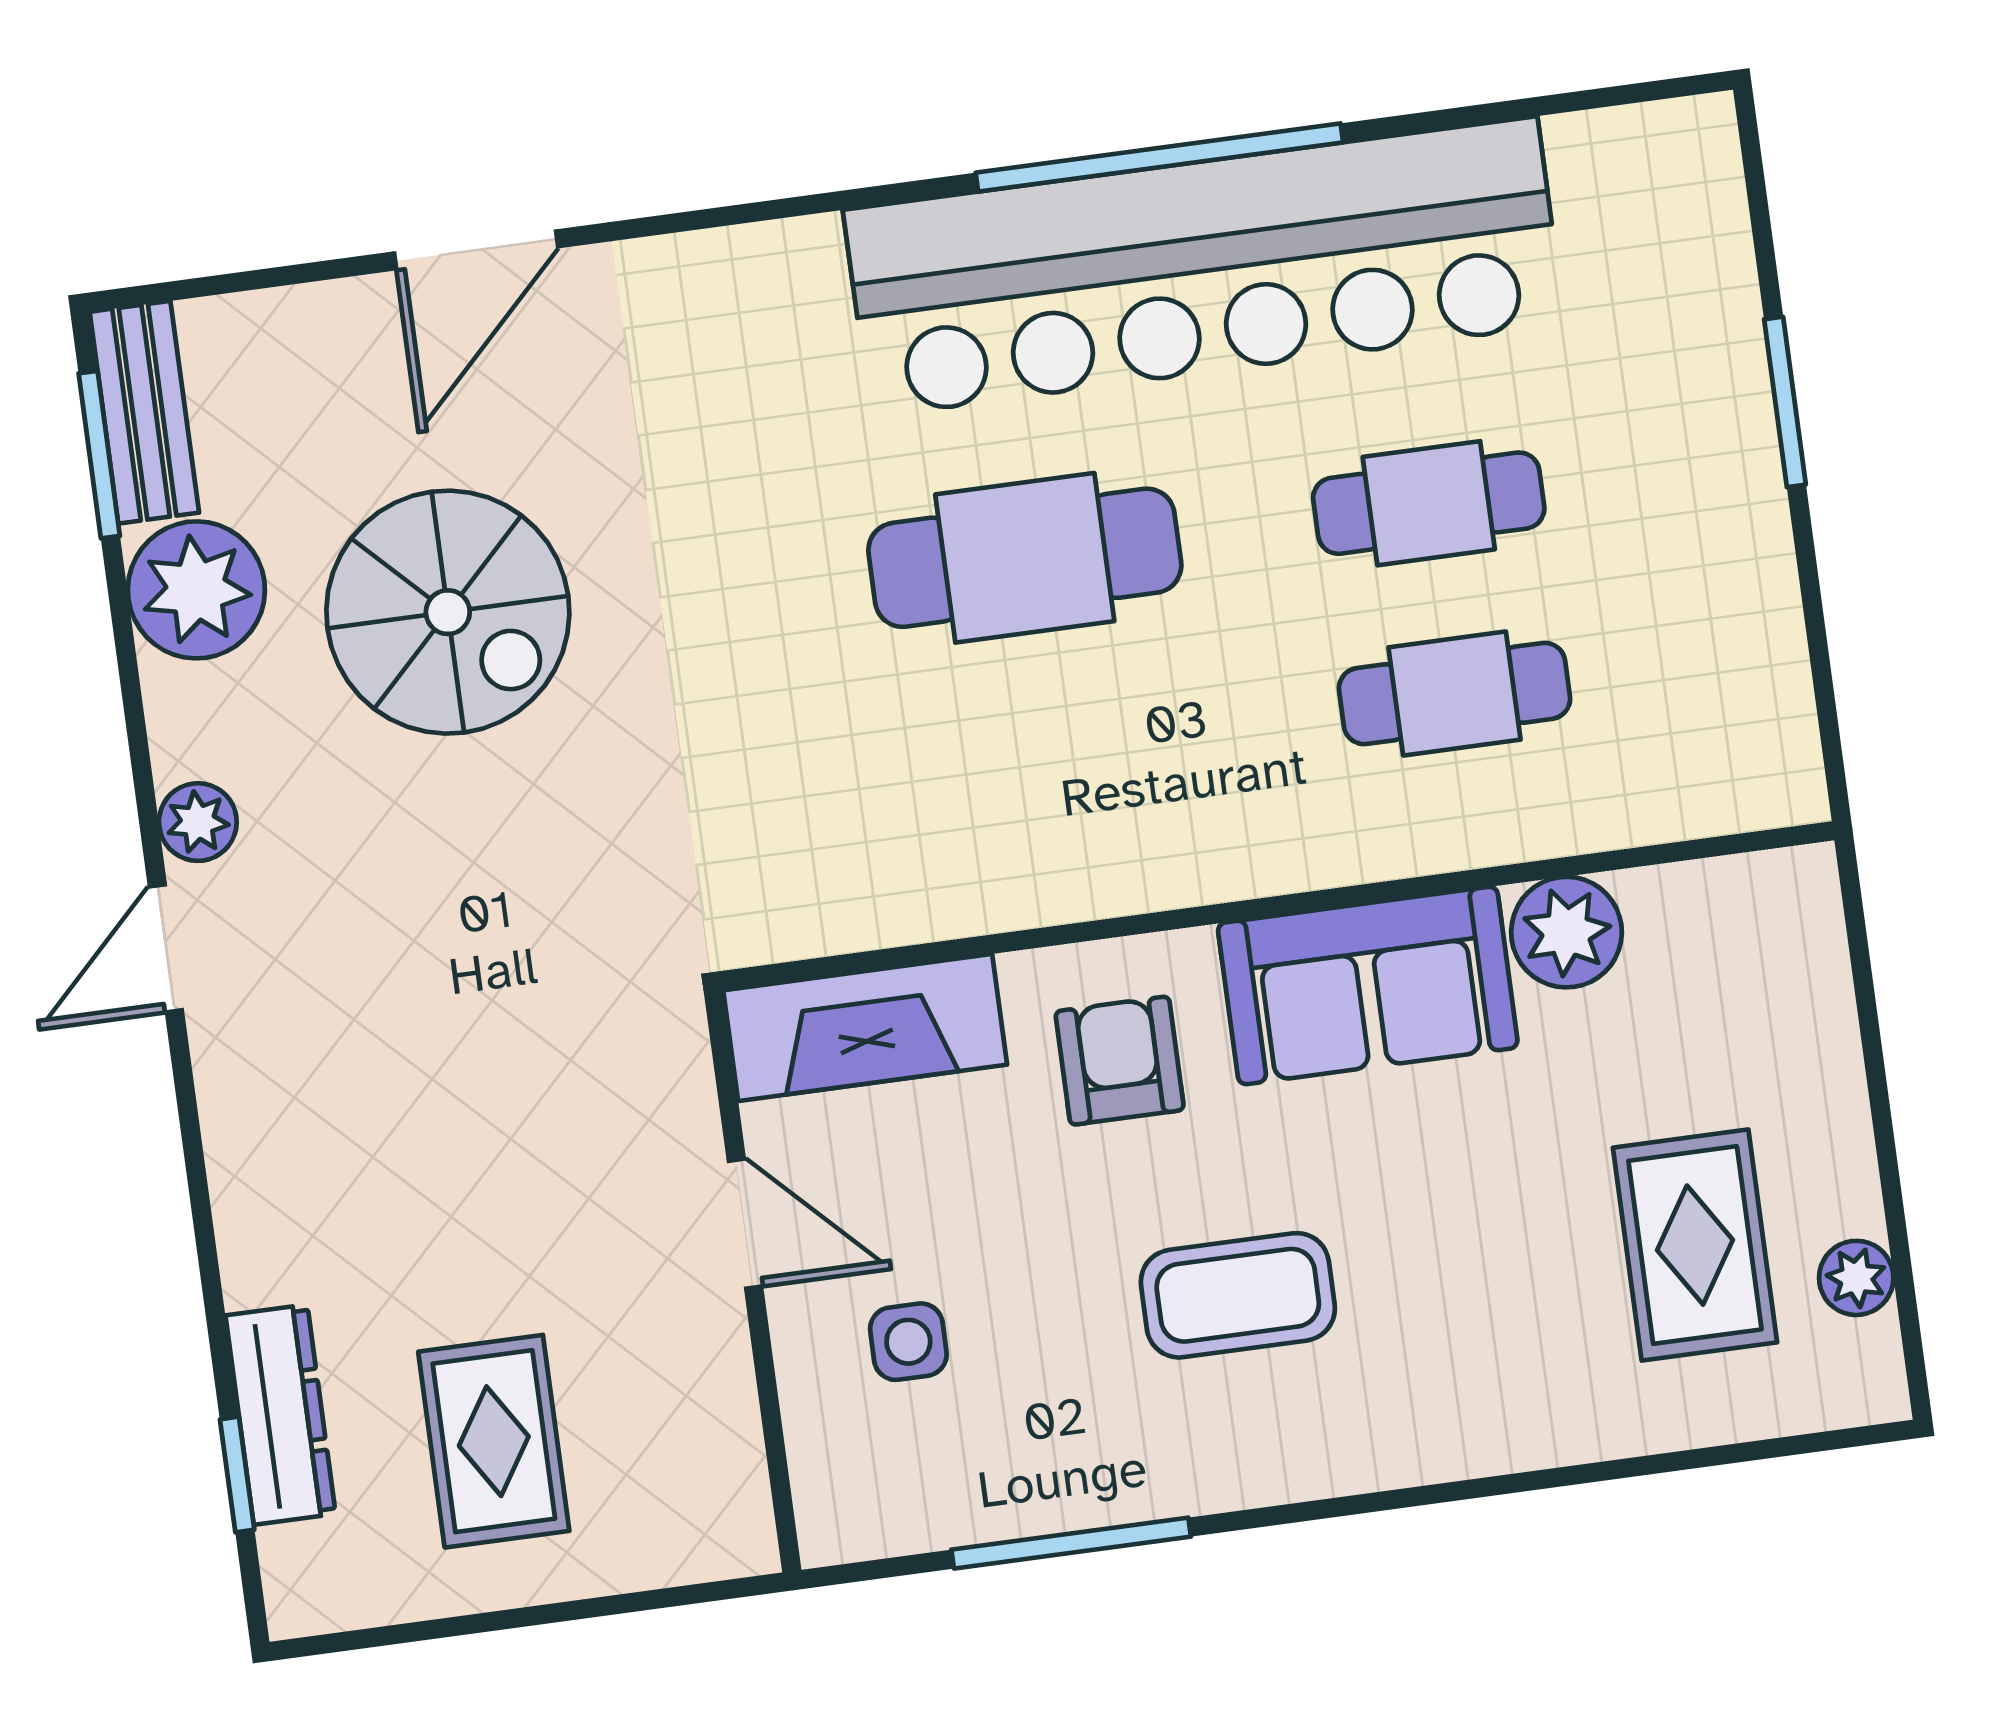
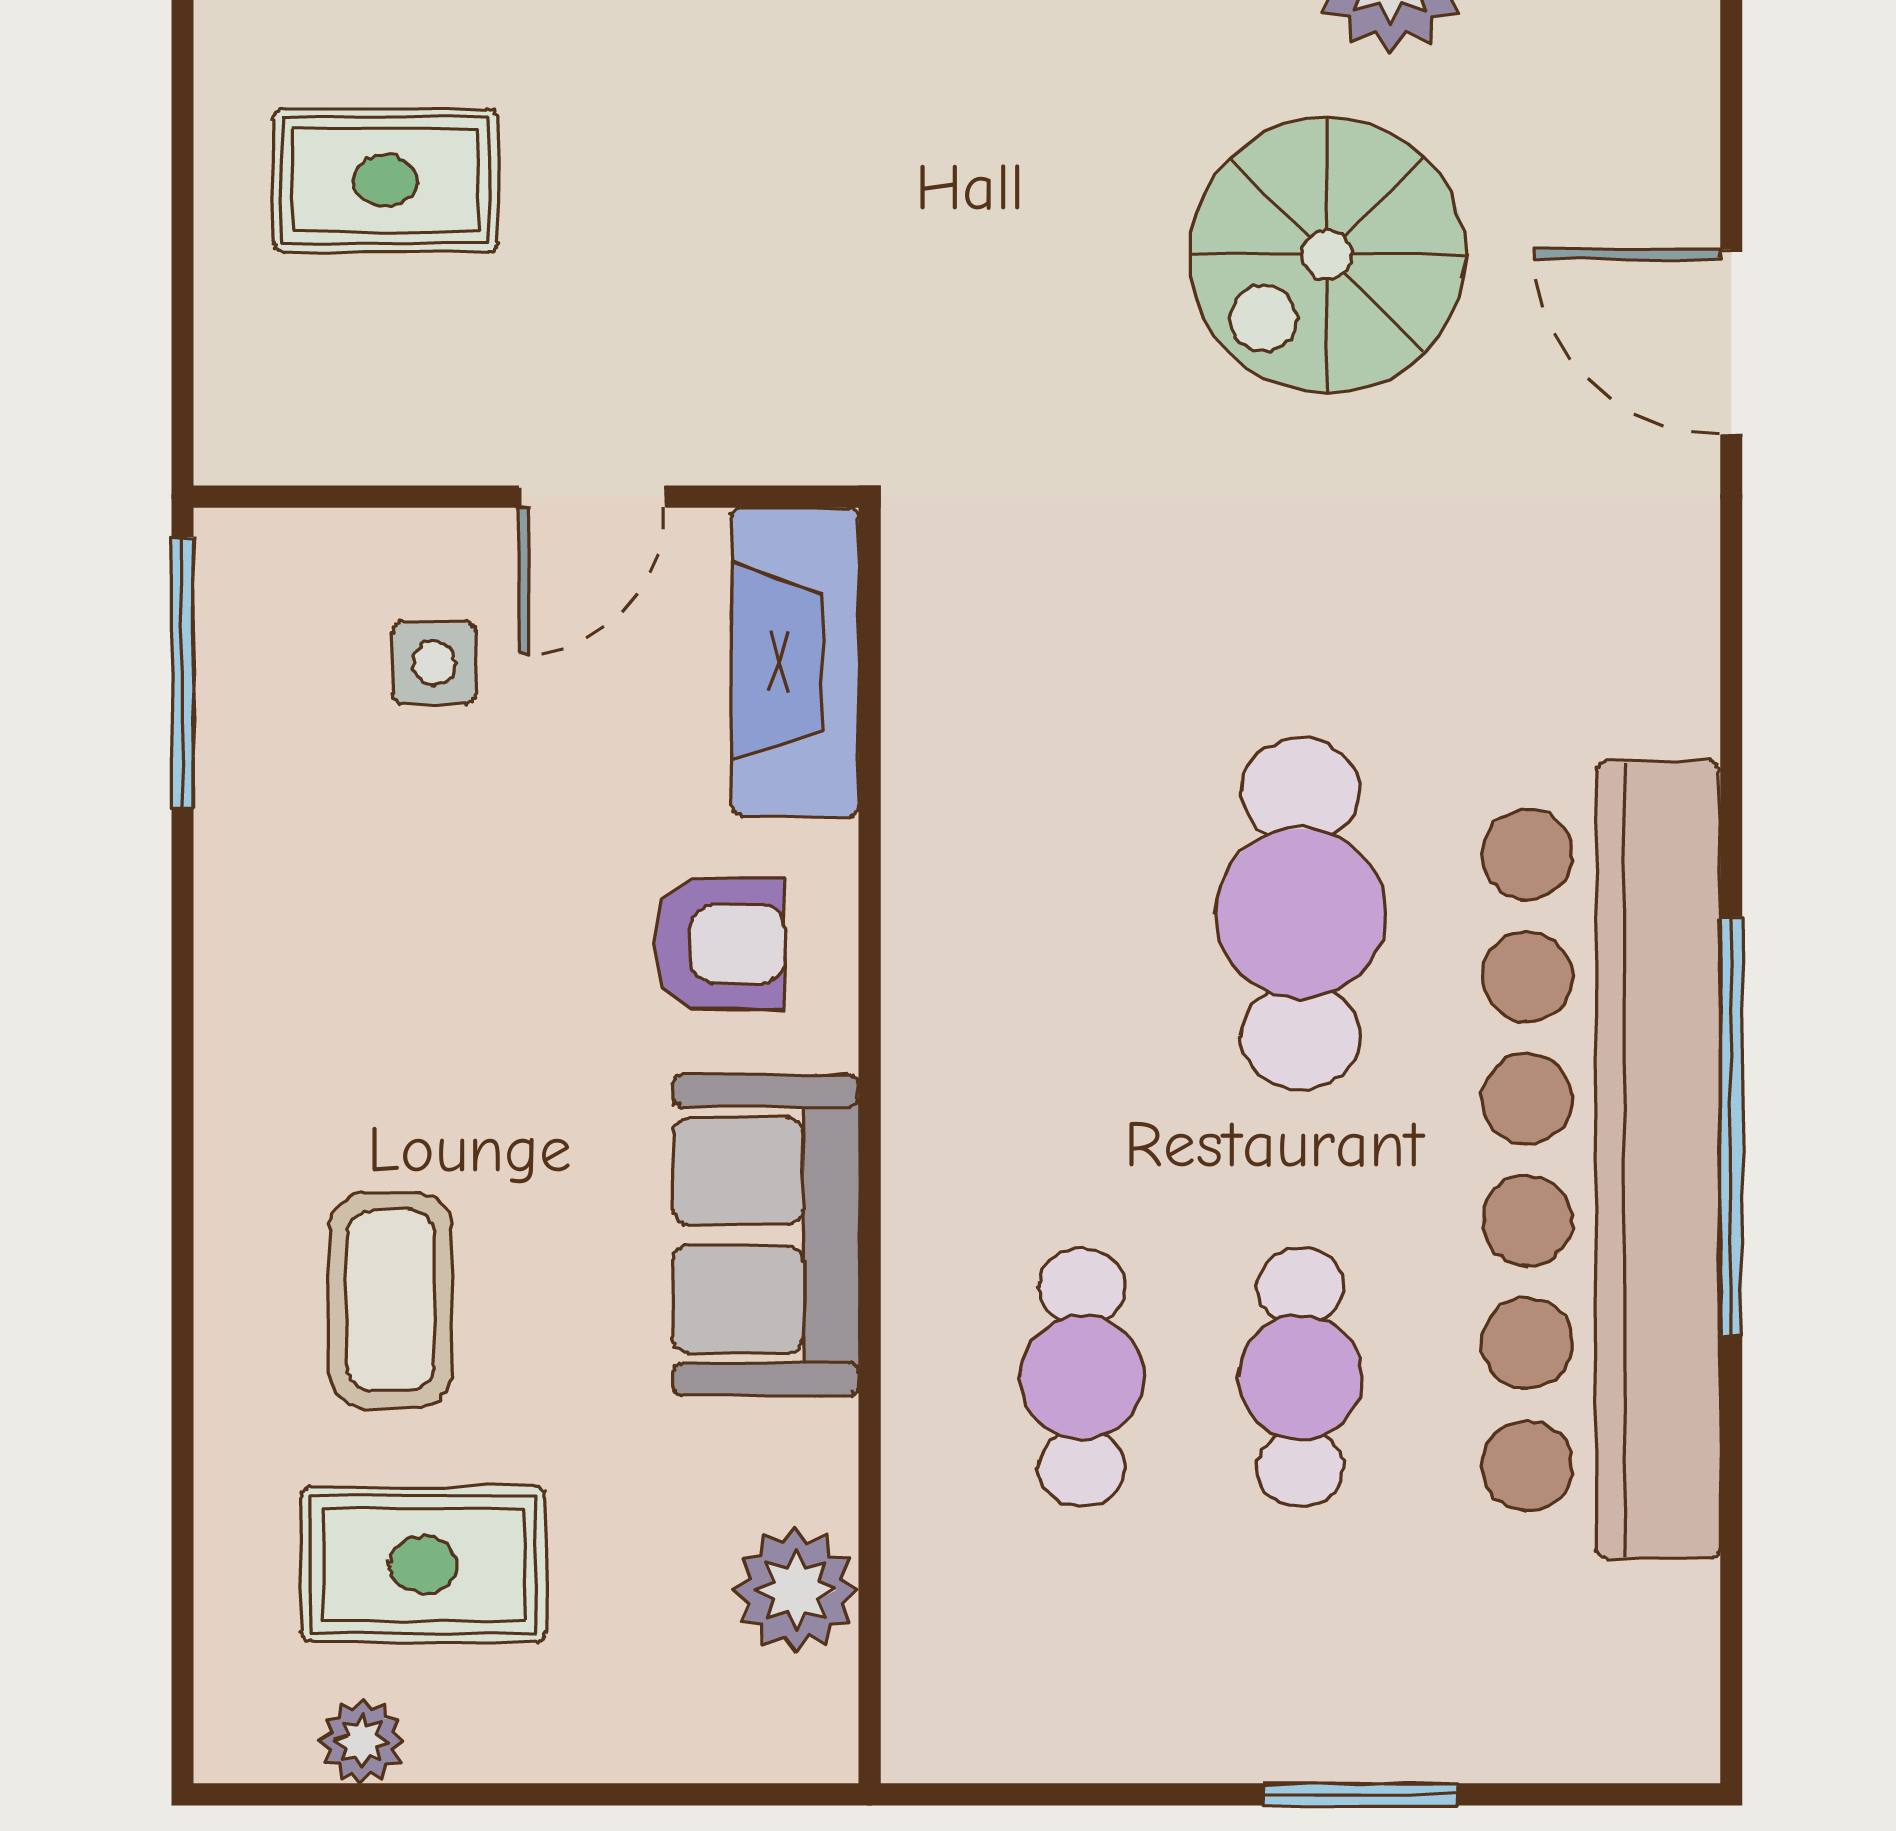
plant: (1566, 932) -> (796, 1590), moved
coffee table: (1238, 1295) -> (391, 1300), moved
window: (1071, 1543) -> (183, 673), moved

